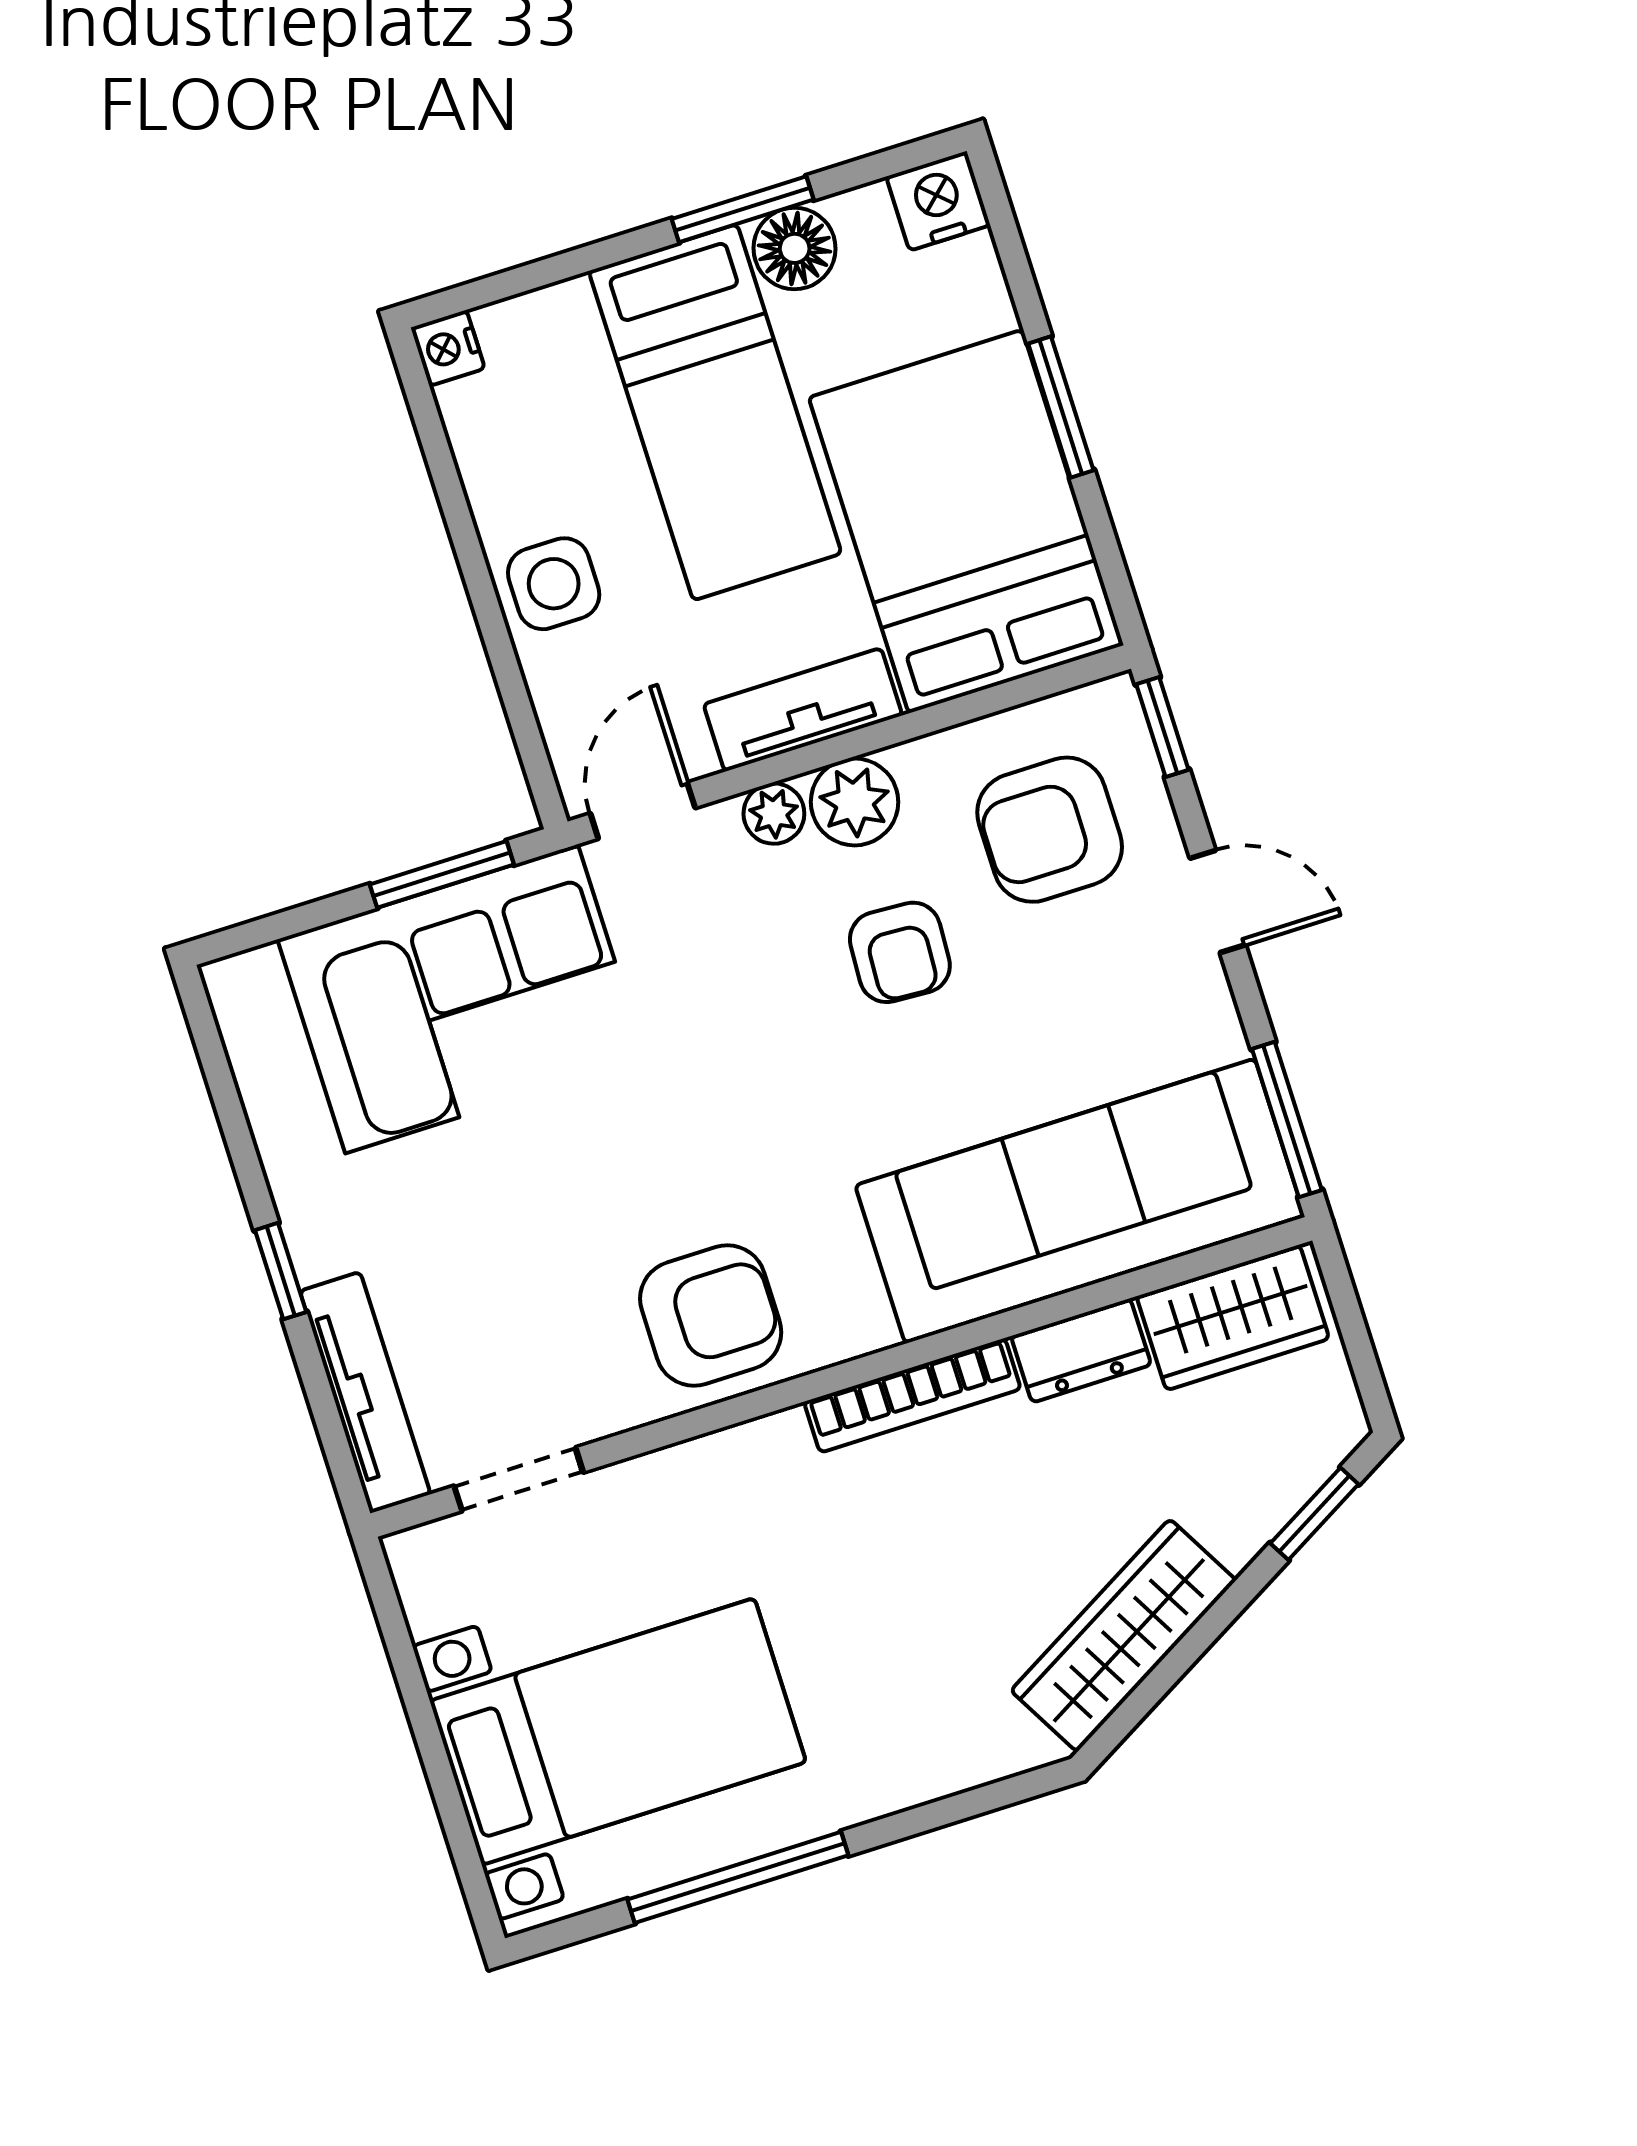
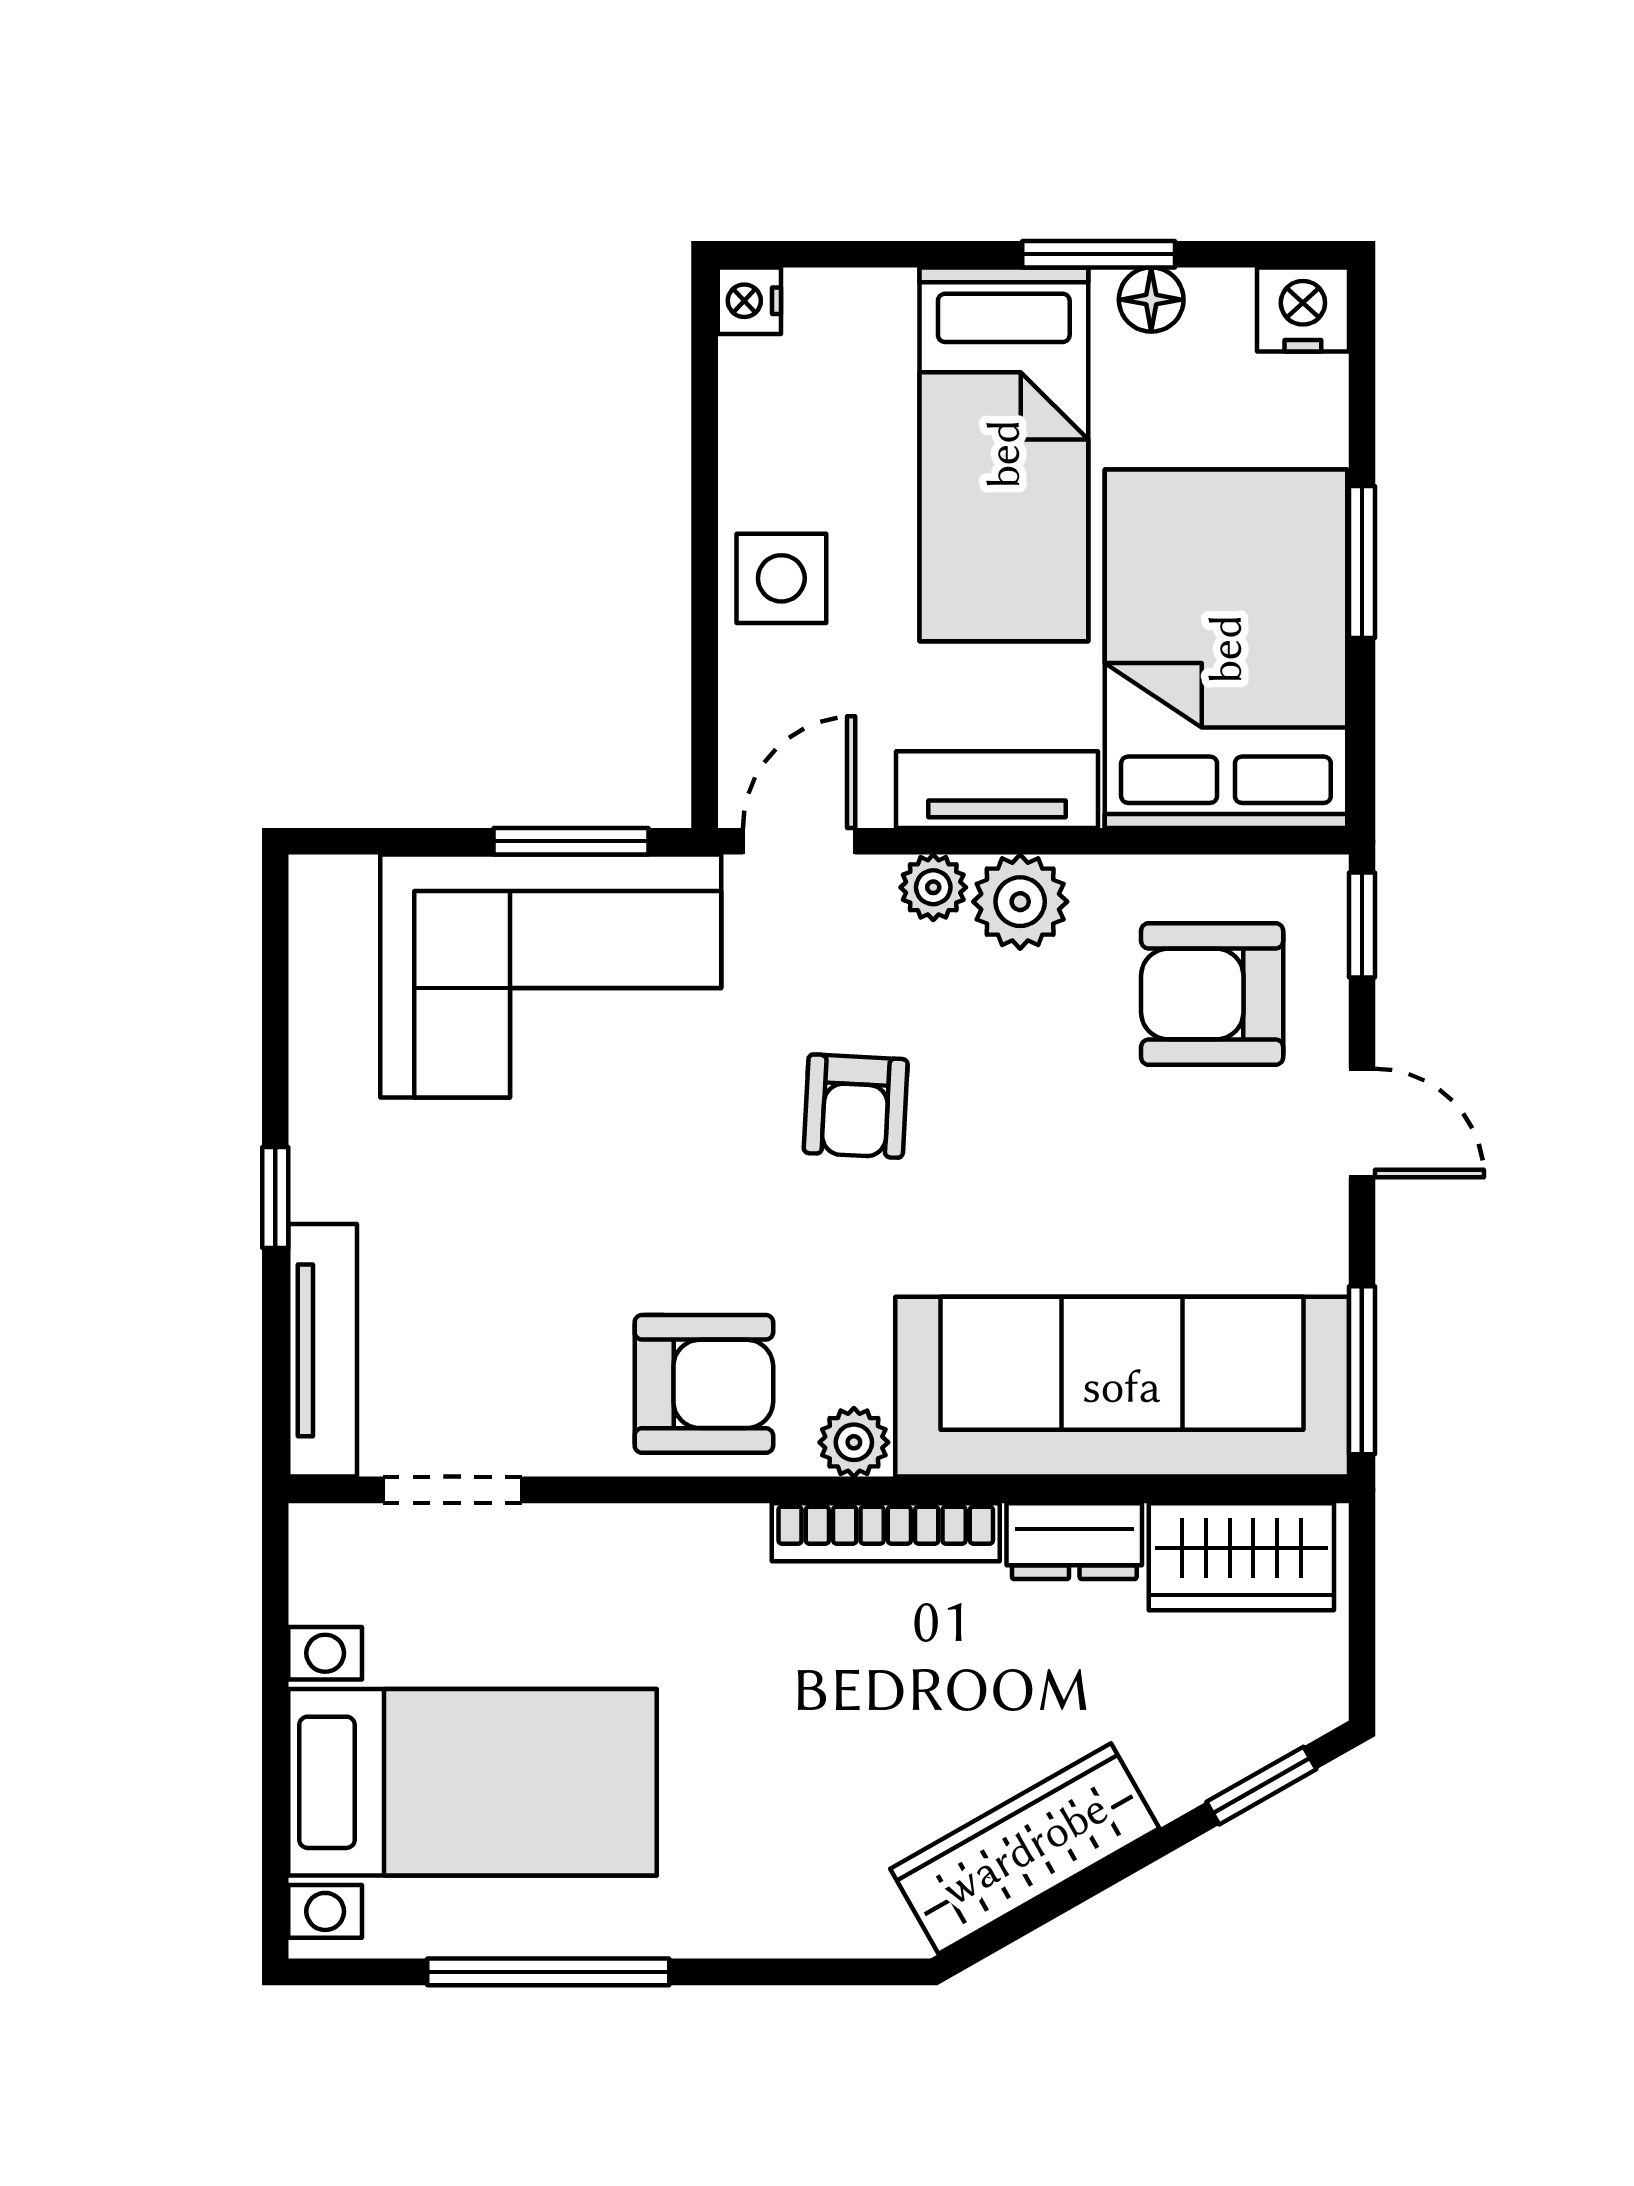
floor lamp: (795, 248) -> (1151, 300), width x0.73, depth x0.73
armchair: (900, 952) -> (856, 1106), moved
plant: (859, 1325) -> (854, 1442), added

